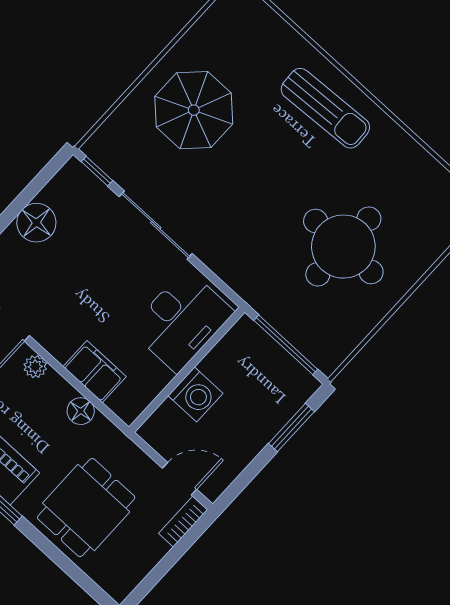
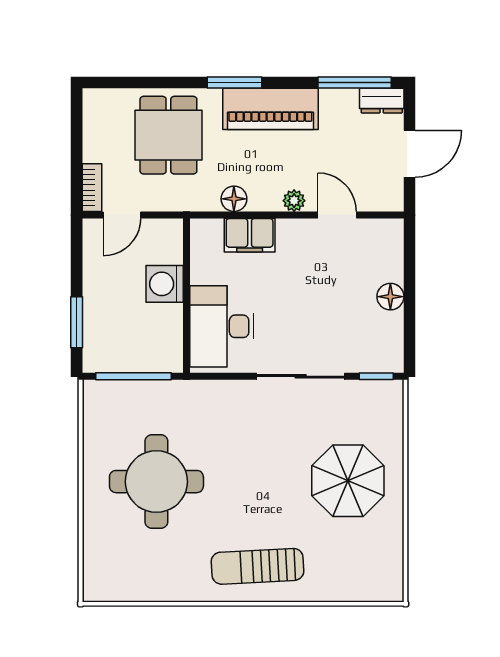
floor lamp: (36, 223) -> (390, 297), width x0.73, depth x0.73

